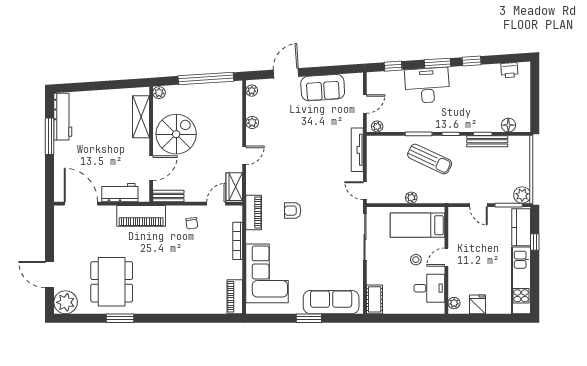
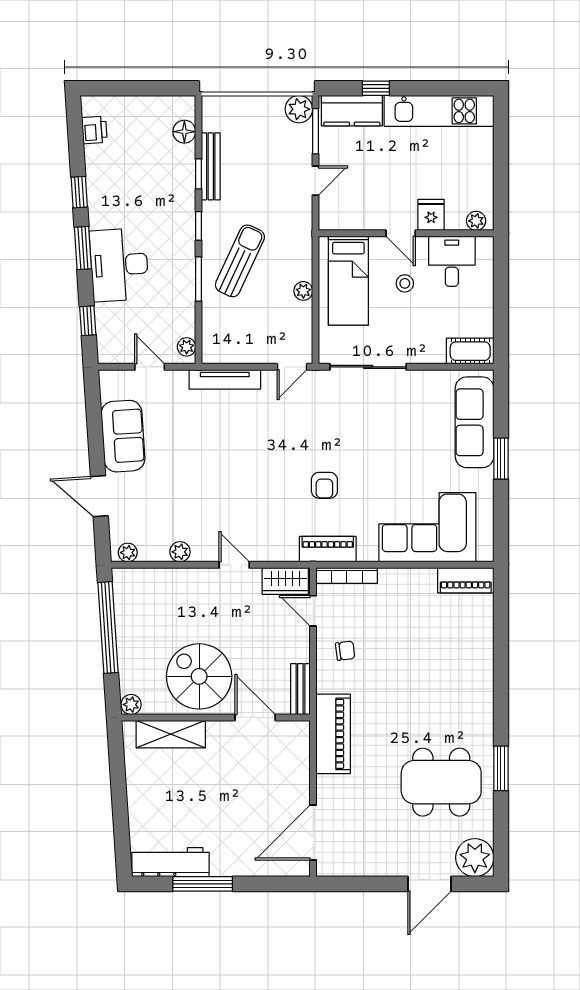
workbench: (120, 193) -> (295, 769), removed
bookcase: (238, 241) -> (347, 576), moved
fridge: (477, 304) -> (431, 215), moved, turned 90

